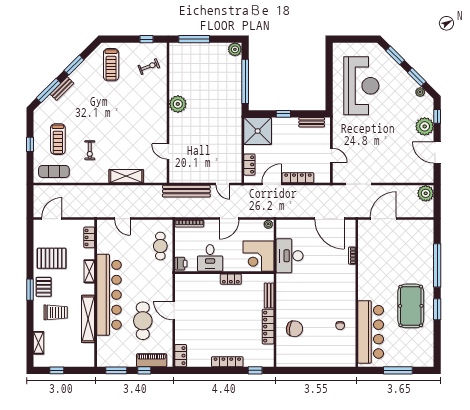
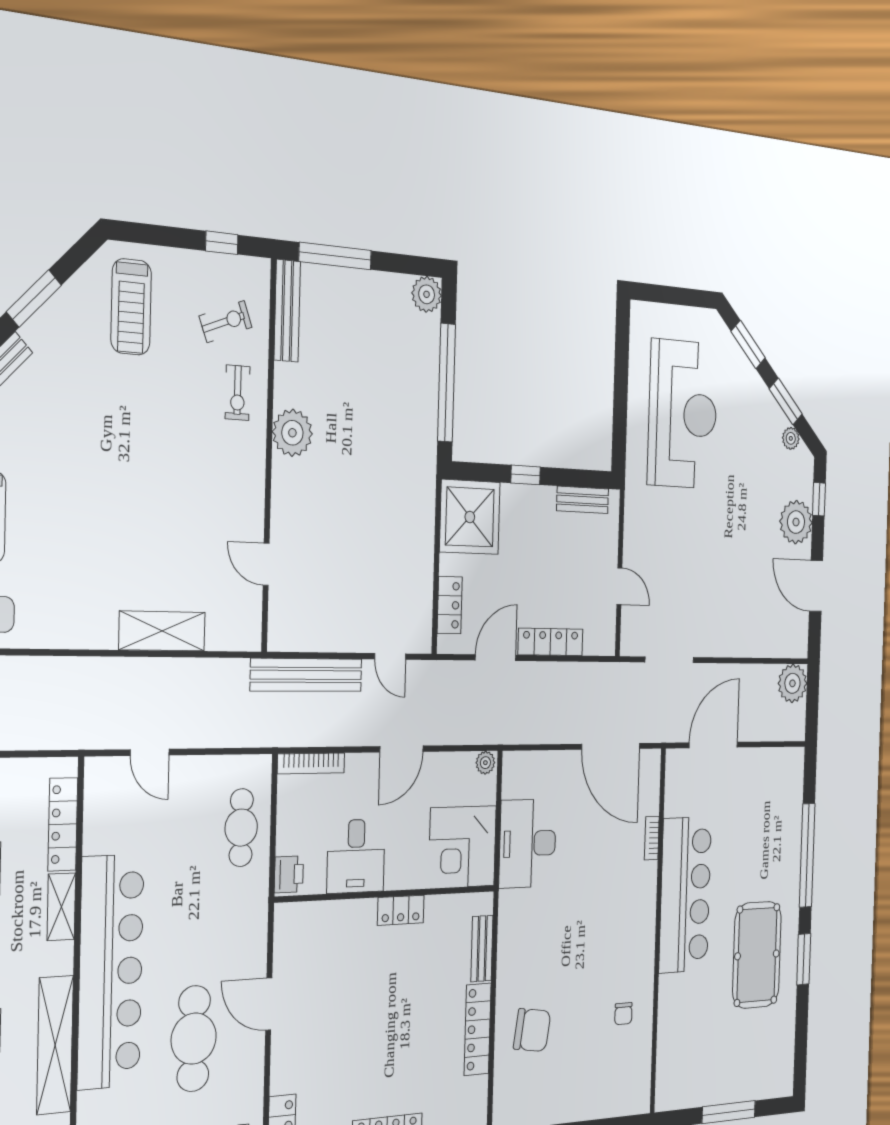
bench: (174, 61) -> (287, 311), added
exercise bike: (90, 150) -> (238, 393), moved
locker: (89, 237) -> (63, 824), width x1.53
bar counter: (371, 332) -> (685, 895), moved

